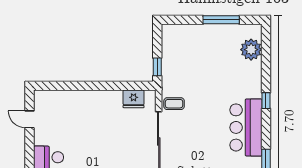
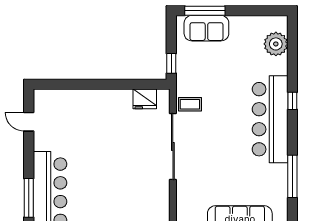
window: (221, 20) -> (205, 11), moved
sofa: (189, 35) -> (206, 28), added
bar counter: (246, 127) -> (270, 119), width x1.36

